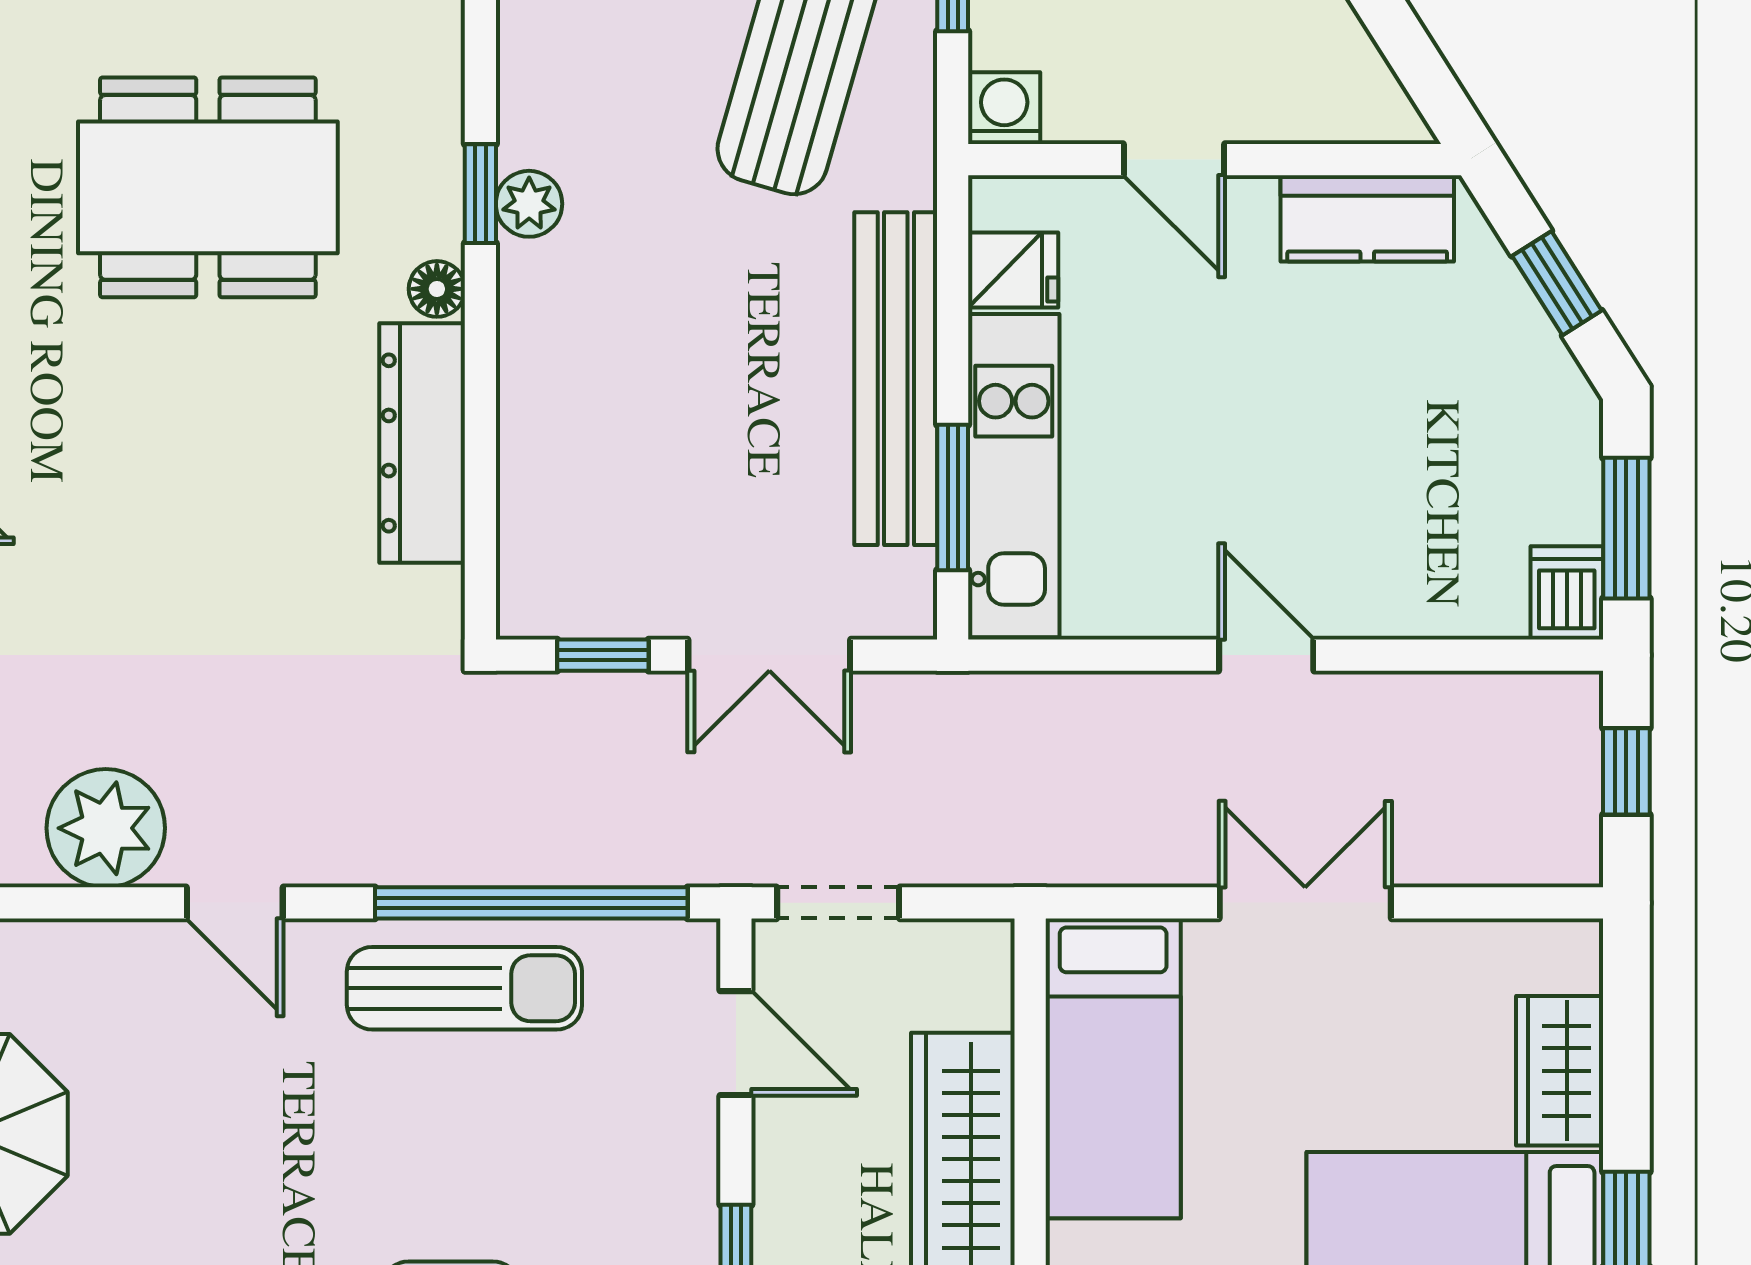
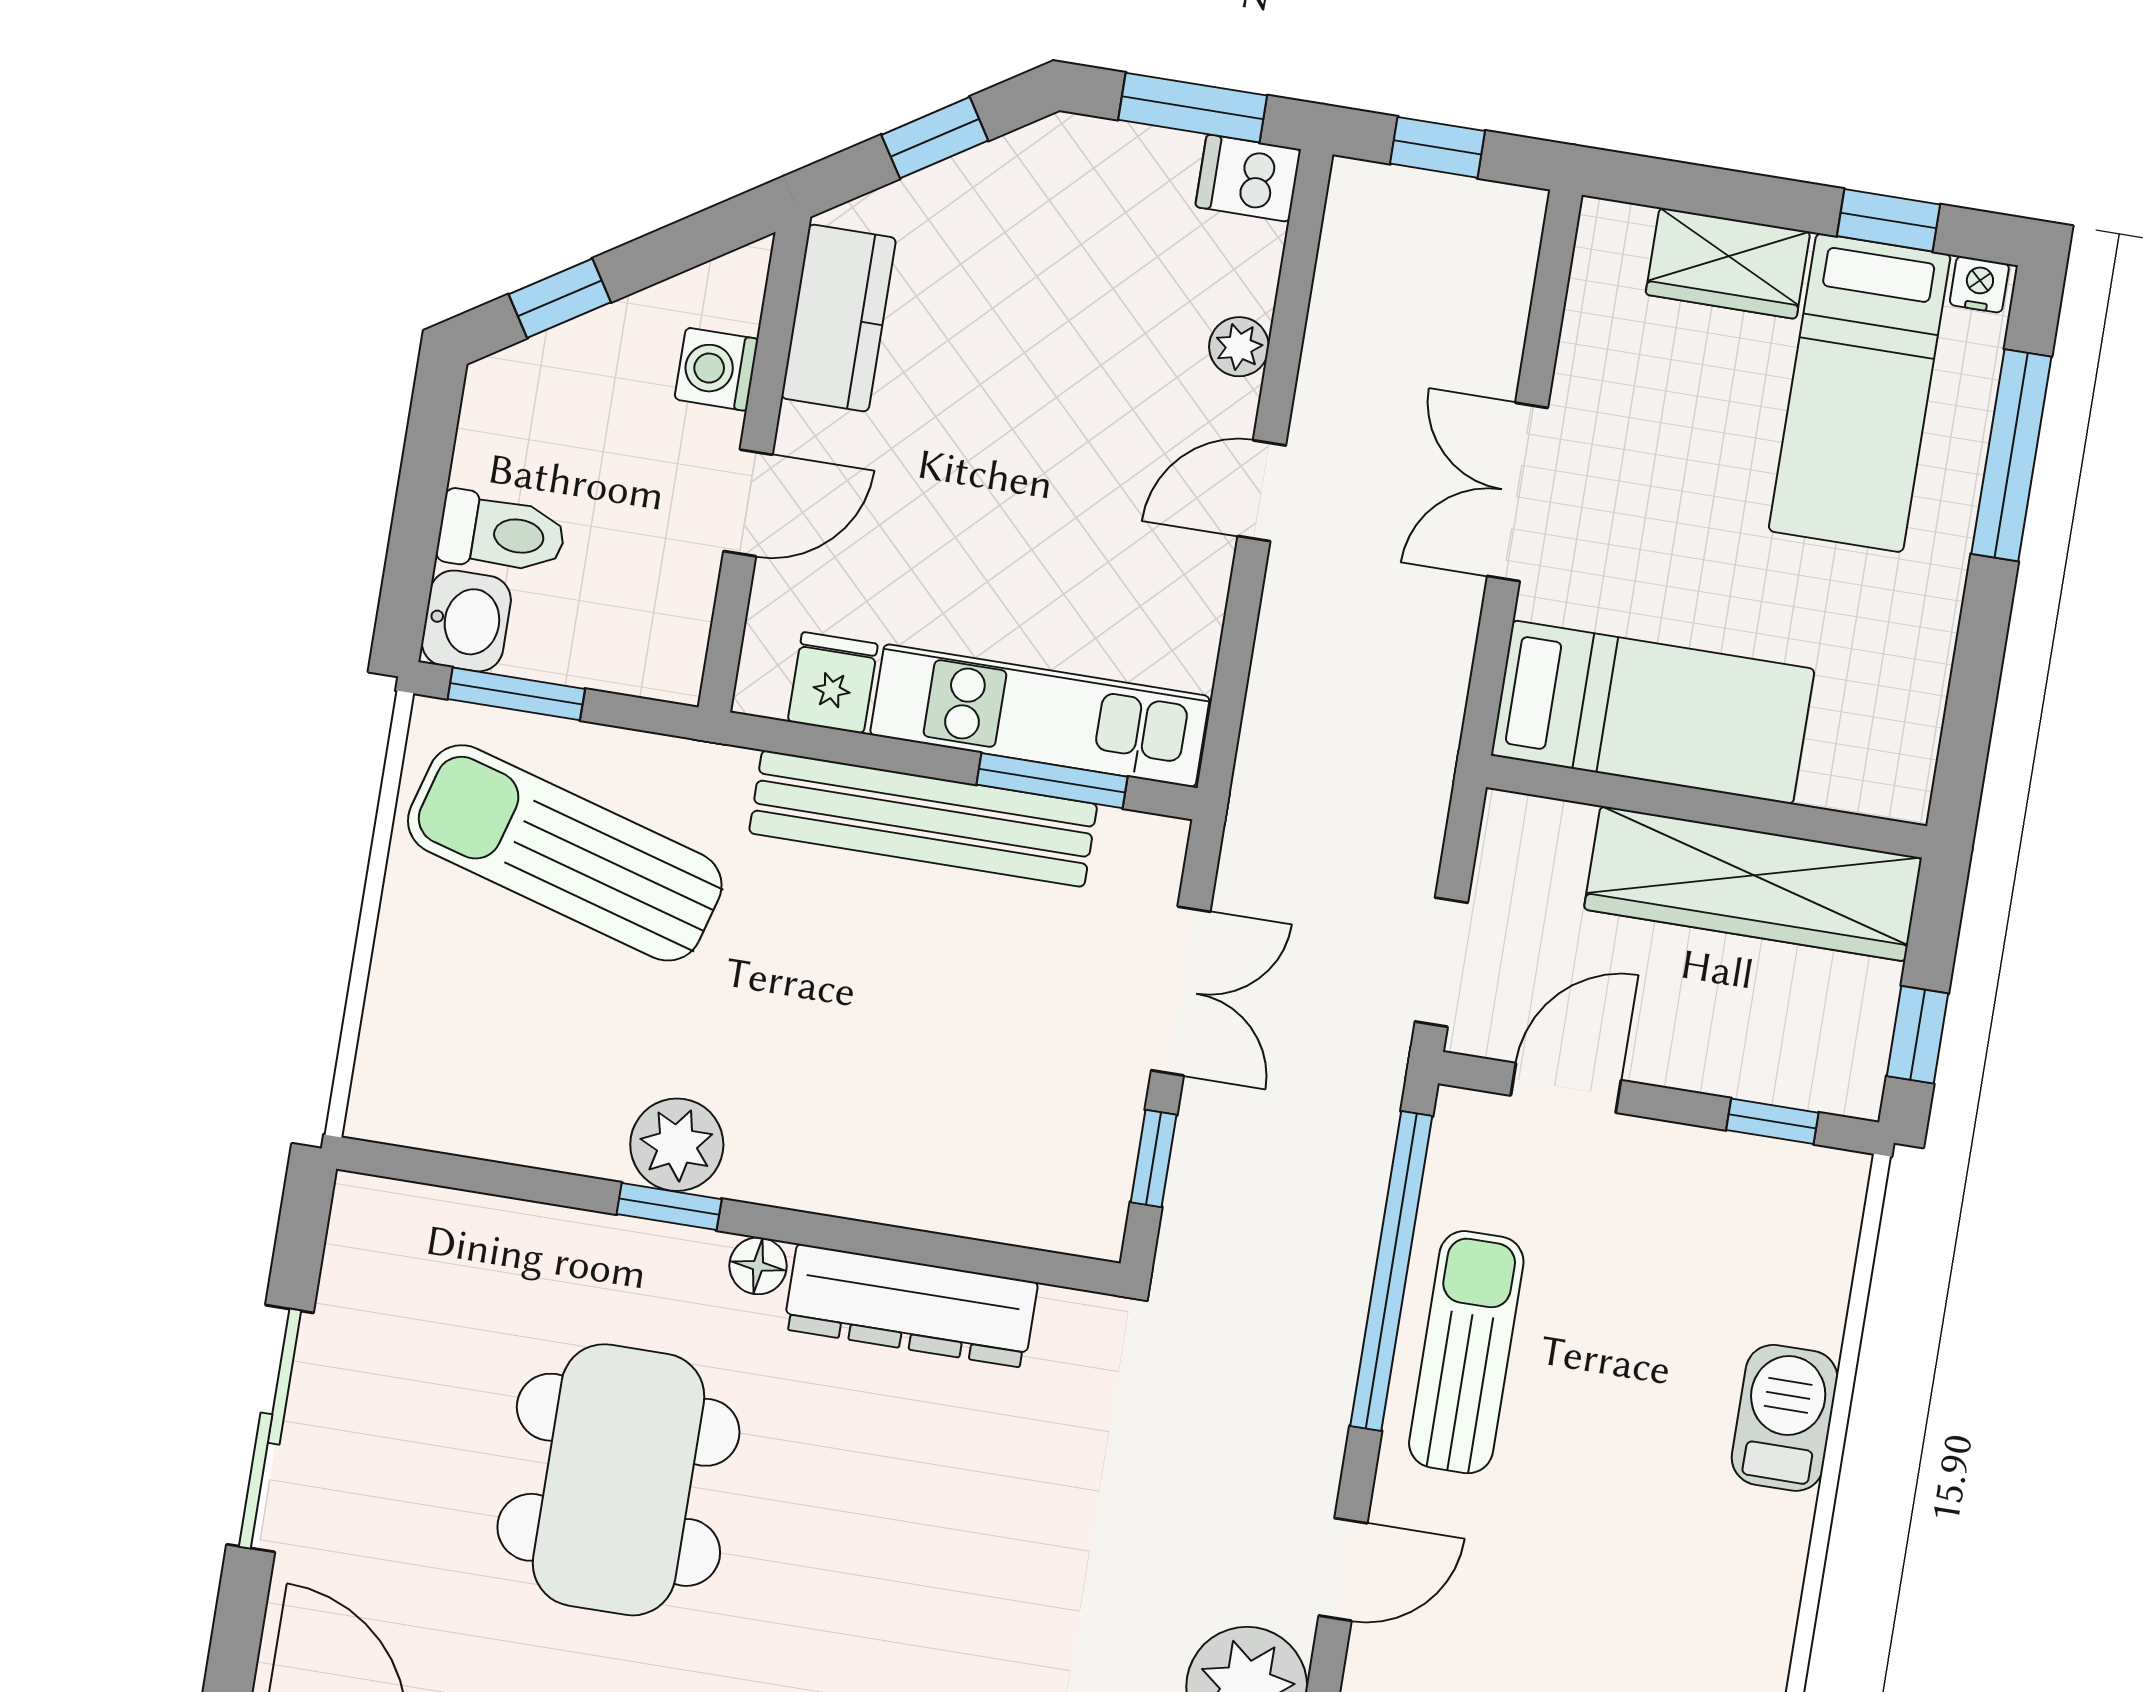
washing machine: (1004, 108) -> (716, 369), moved
plant: (529, 204) -> (677, 1145), width x1.38, depth x1.38
plant: (1402, 610) -> (1239, 347), added

